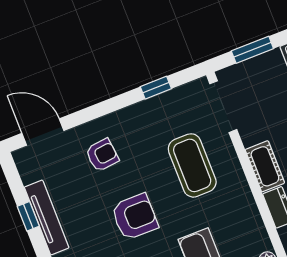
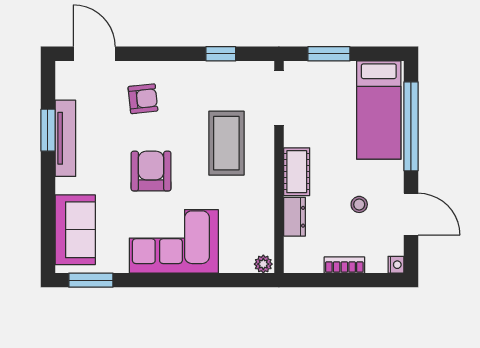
window: (28, 216) -> (48, 130), width x1.50
armchair: (135, 217) -> (151, 171), turned -90

